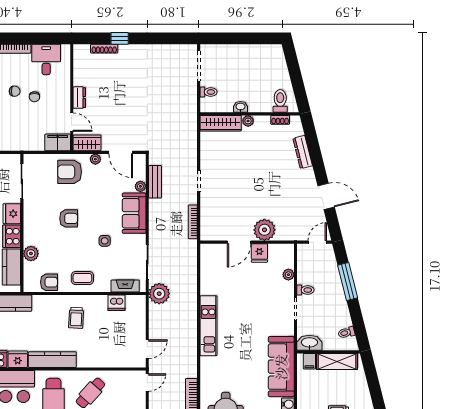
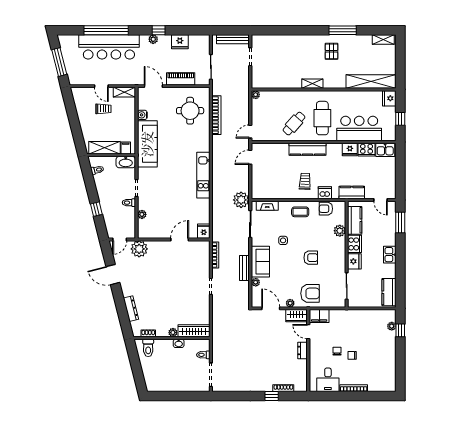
bench: (155, 182) -> (244, 268), moved
armchair: (69, 218) -> (311, 258), turned 180
plant: (264, 230) -> (139, 249), moved
fridge: (259, 253) -> (204, 231), moved
window: (348, 282) -> (96, 209), width x0.46
dishwasher: (116, 303) -> (325, 193), moved
kitchen counter: (52, 360) -> (307, 149), moved

